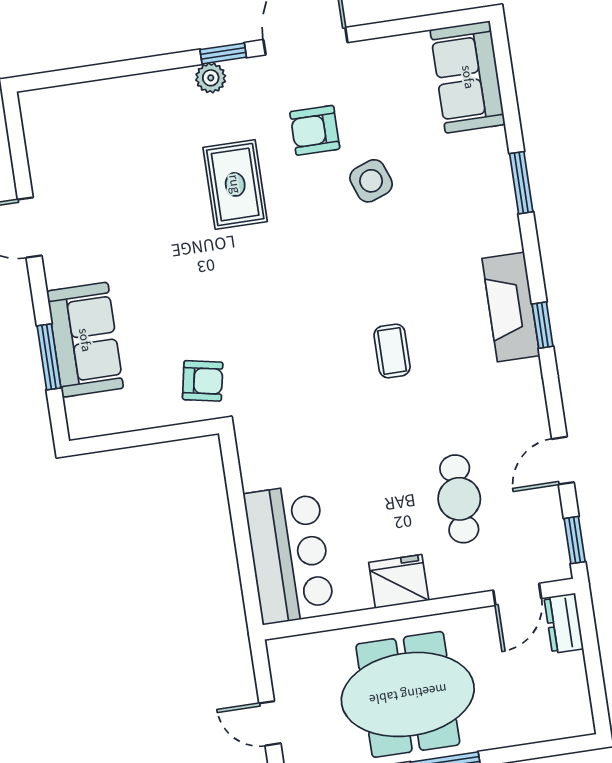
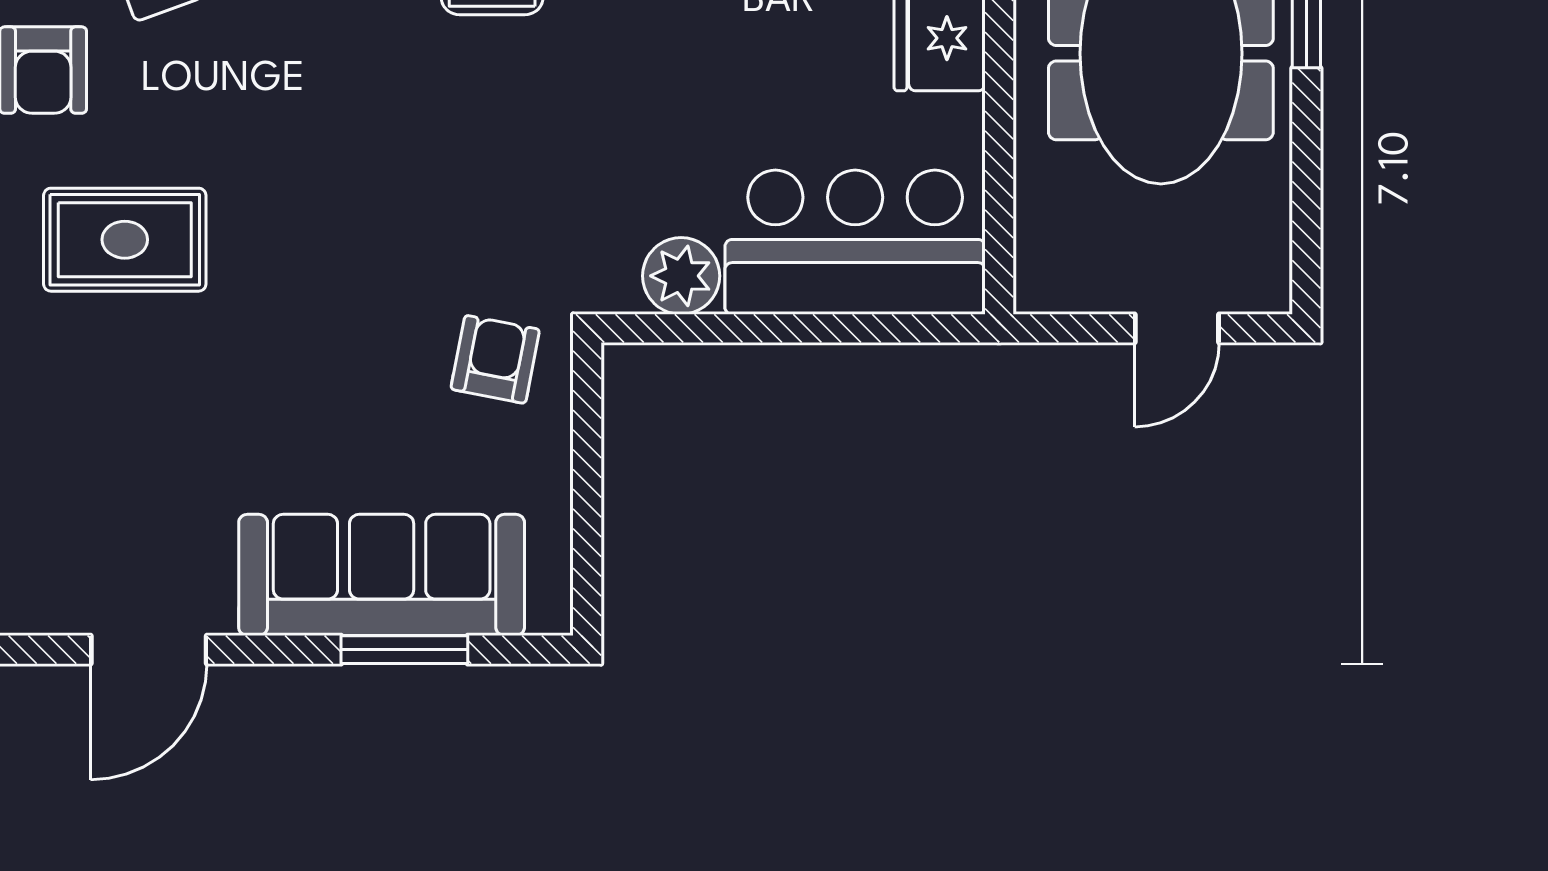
sofa: (85, 340) -> (382, 575), width x1.36
plant: (259, 469) -> (681, 276), added

